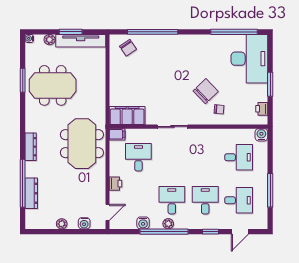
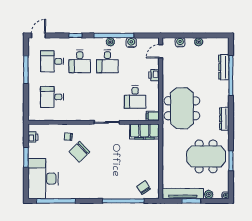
water cooler: (261, 135) -> (33, 116), removed
dresser: (31, 147) -> (224, 119), moved
door: (240, 232) -> (38, 35), moved

